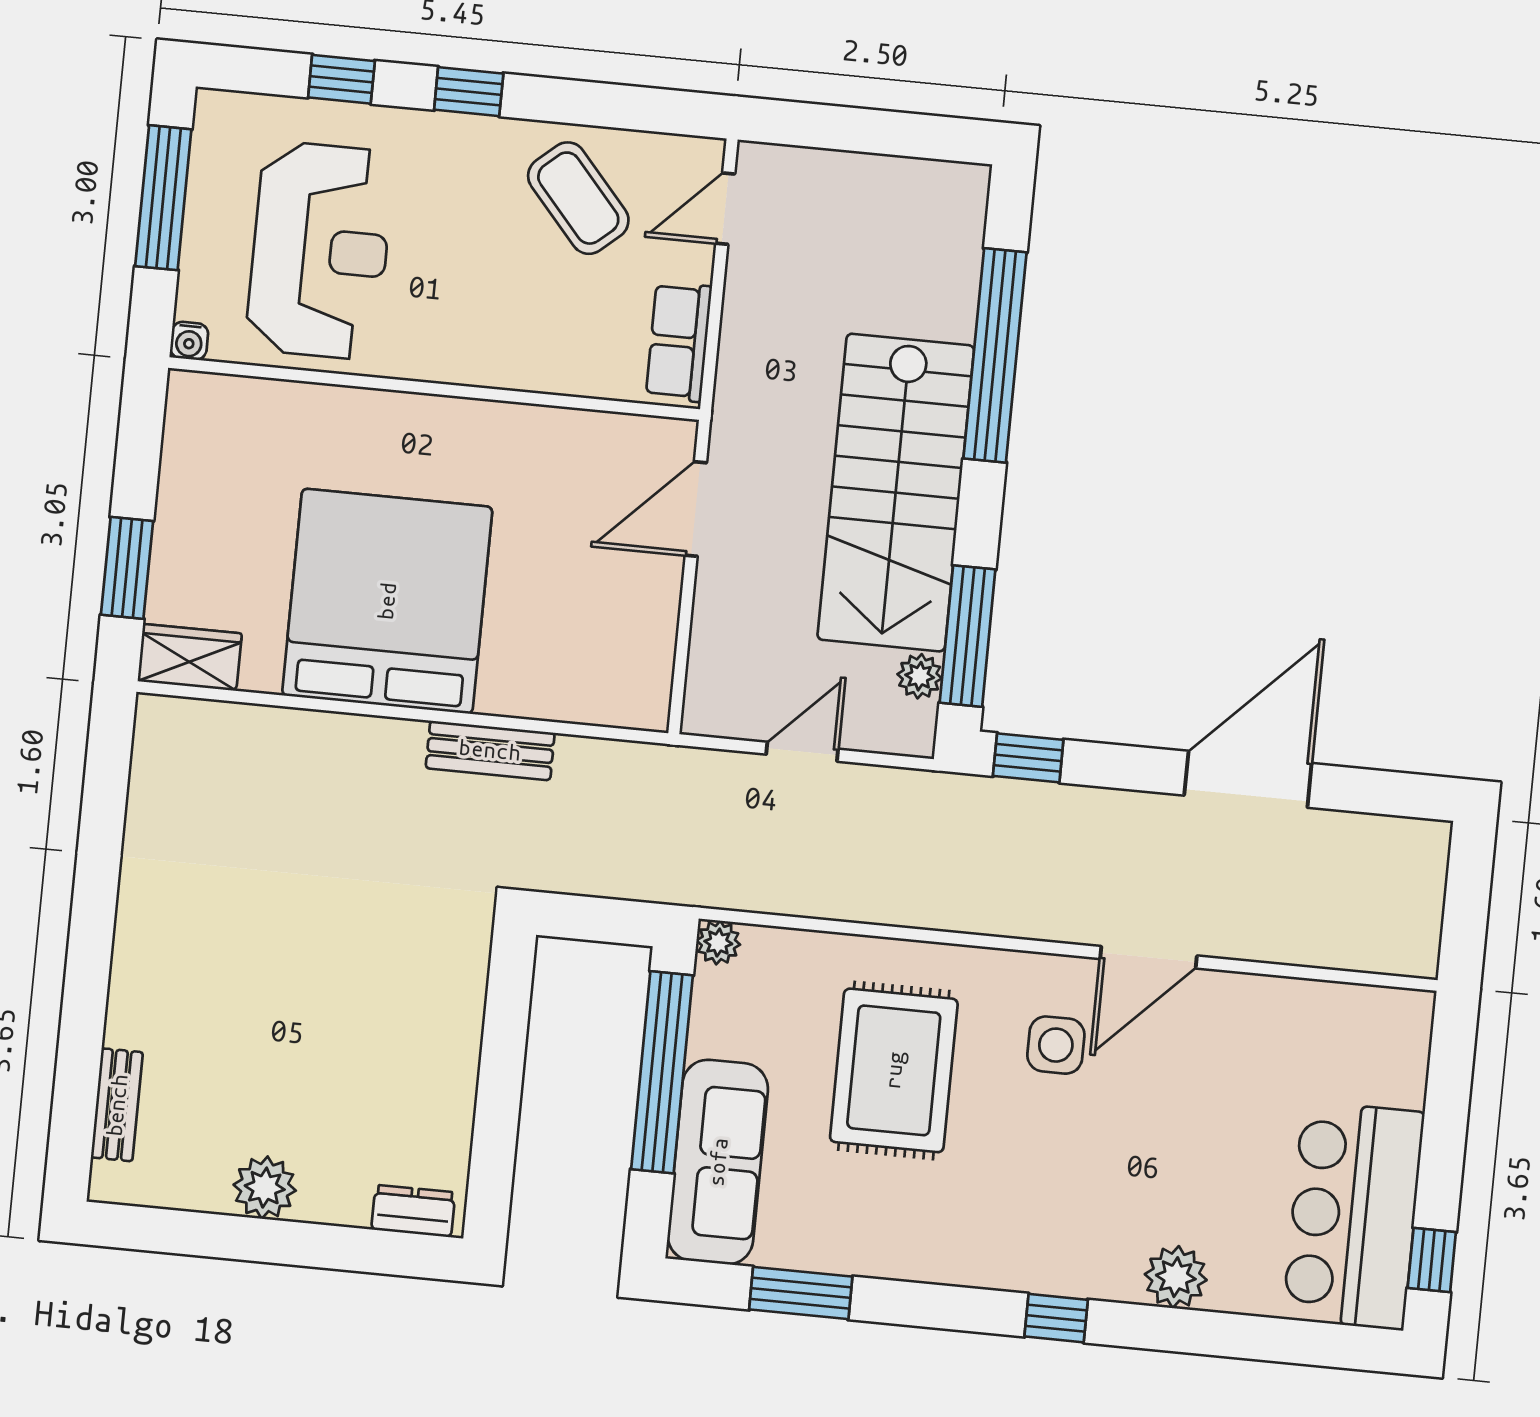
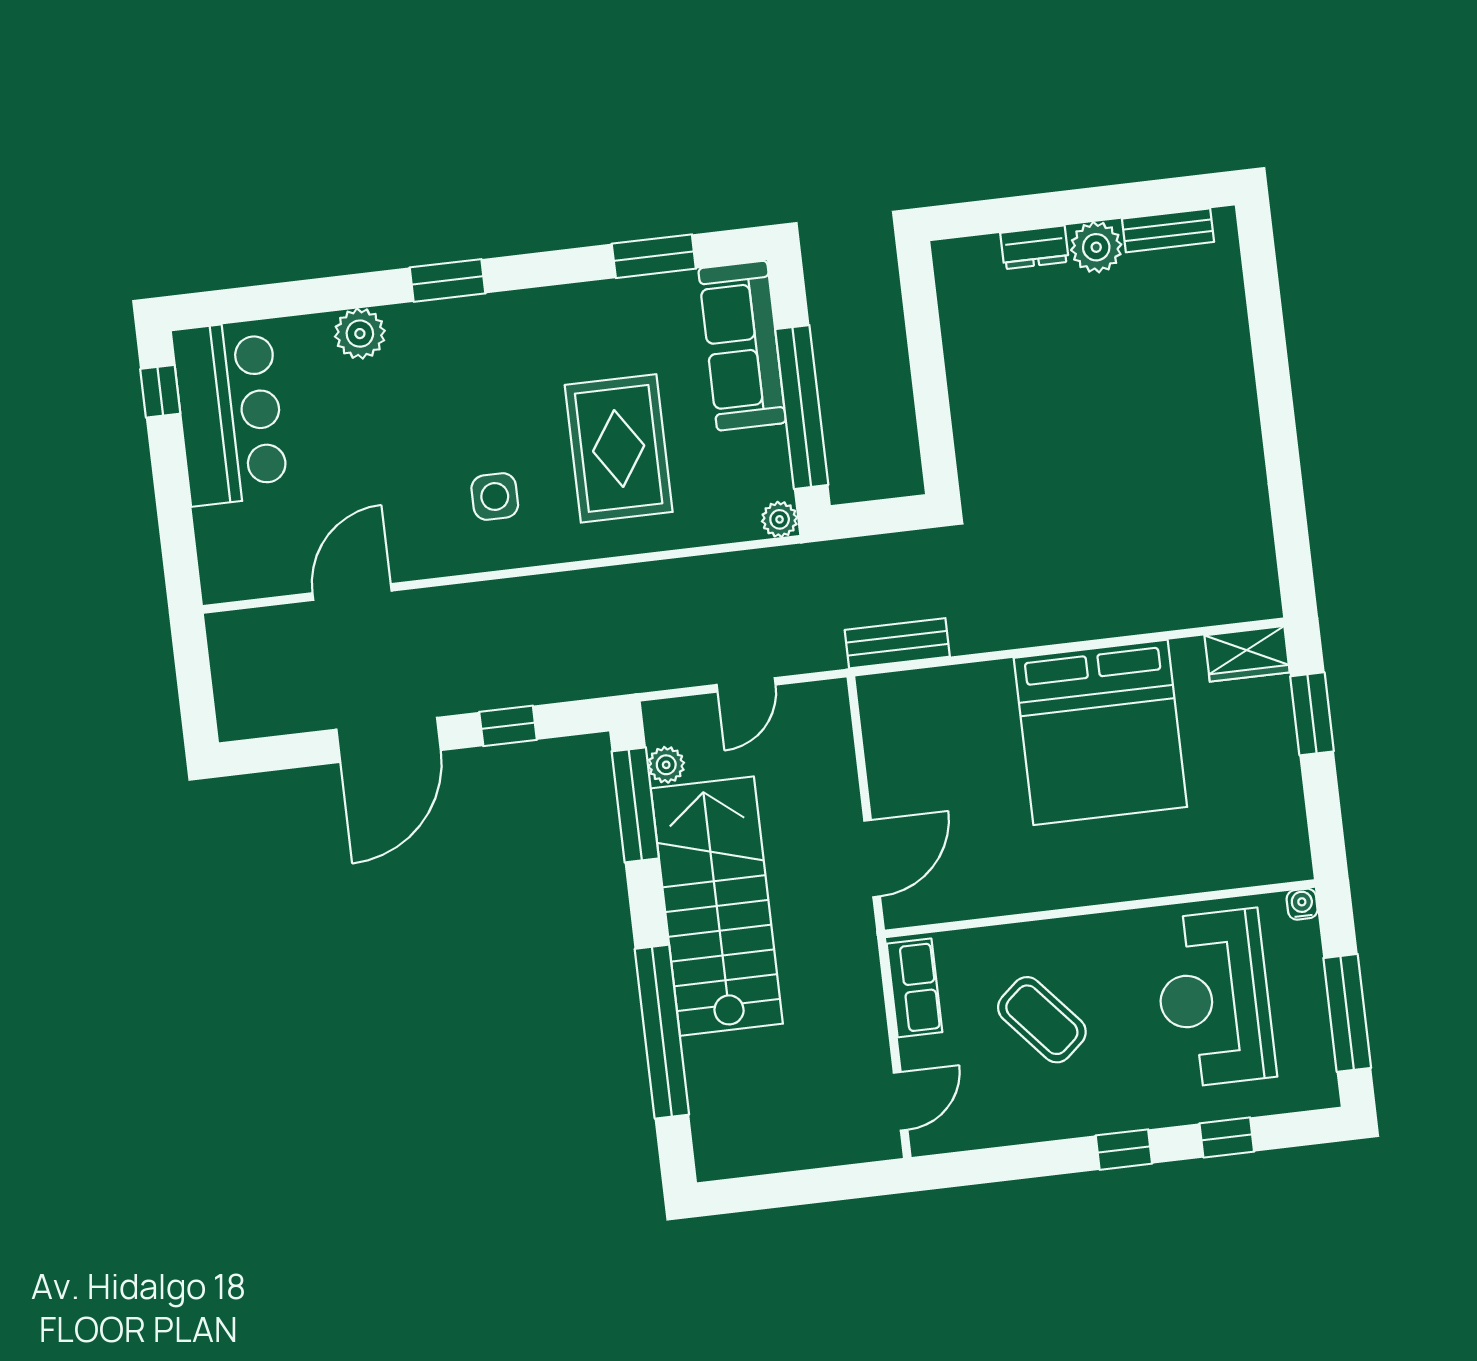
coffee table: (578, 198) -> (1042, 1020), moved
bench: (490, 750) -> (897, 643), moved
window: (1028, 758) -> (508, 726), moved
door: (1149, 957) -> (352, 592), moved
bench: (117, 1105) -> (1168, 230), moved, turned 90
dresser: (413, 1211) -> (1034, 247), moved
window: (1056, 1318) -> (447, 280), width x1.50

